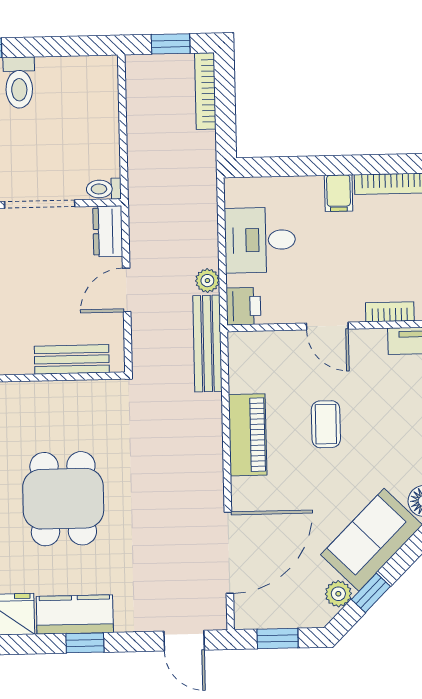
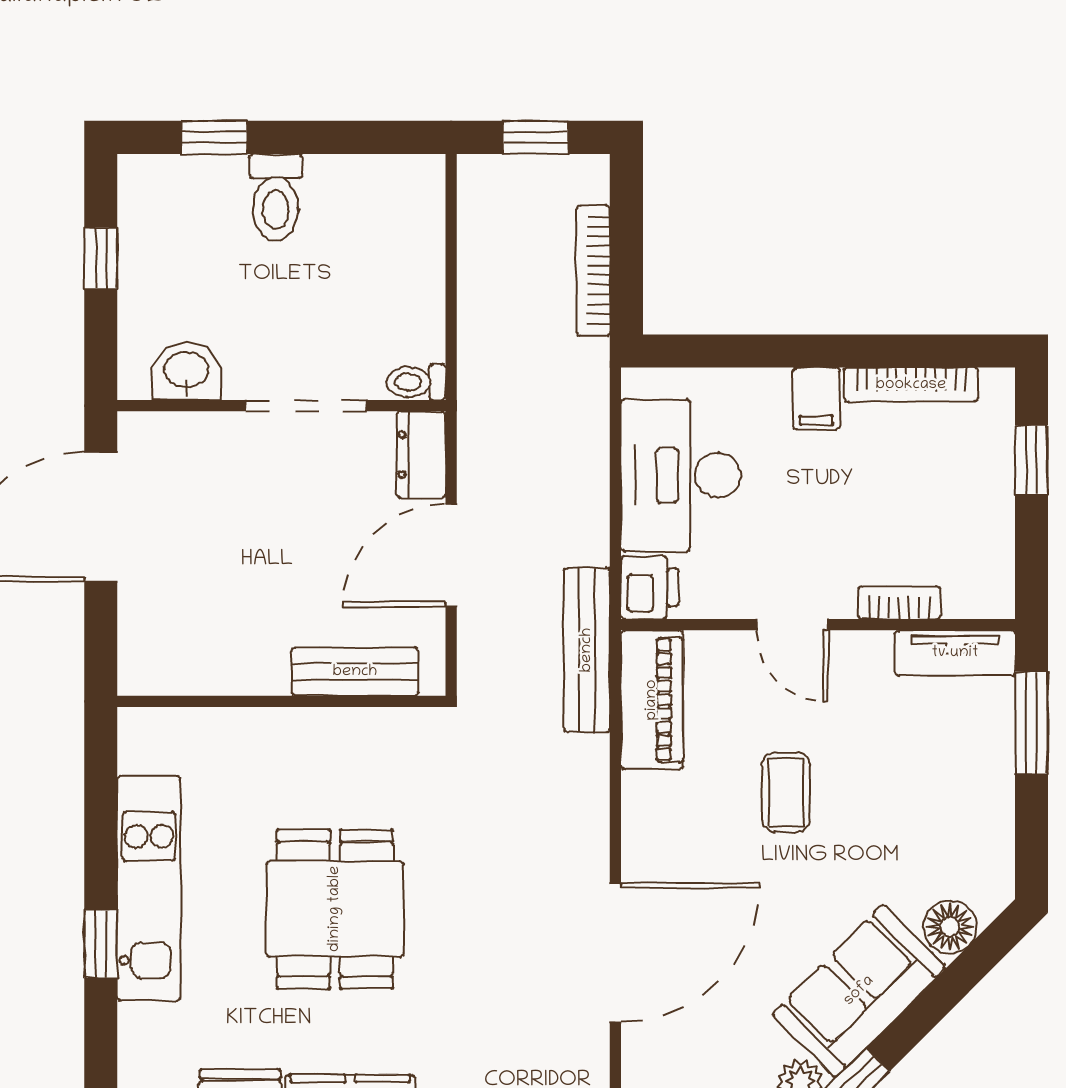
bookcase: (205, 91) -> (593, 270), moved
desk: (260, 240) -> (681, 475), width x1.37
plant: (207, 281) -> (589, 542), removed
door: (127, 290) -> (451, 555), width x1.38
piano: (248, 435) -> (652, 700), moved
door: (229, 553) -> (615, 952), moved

